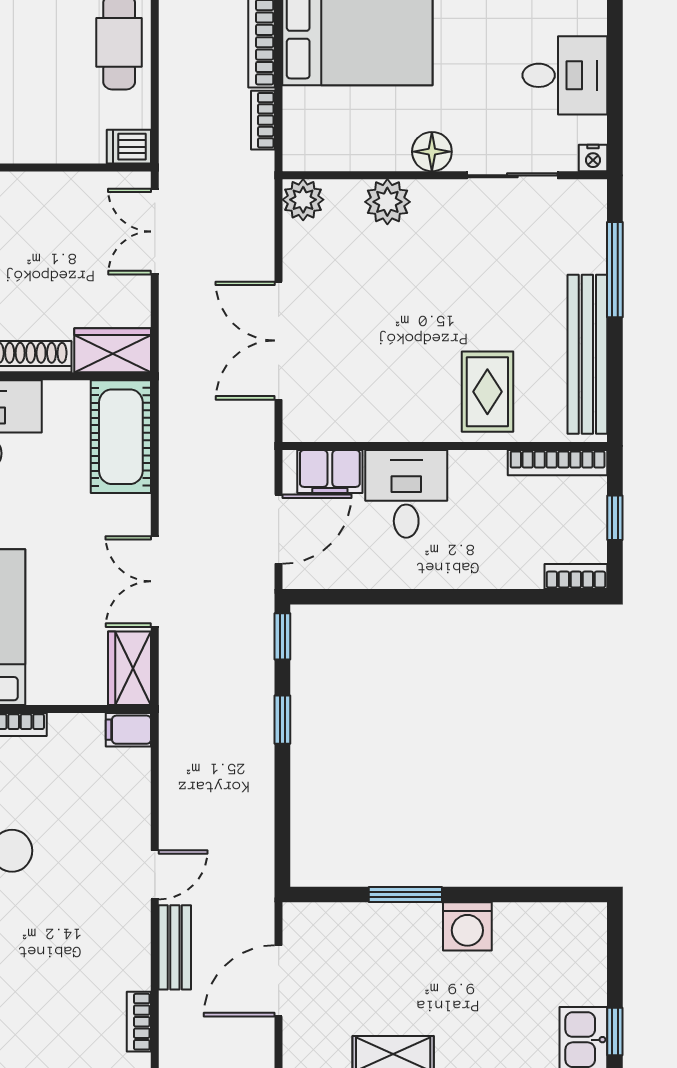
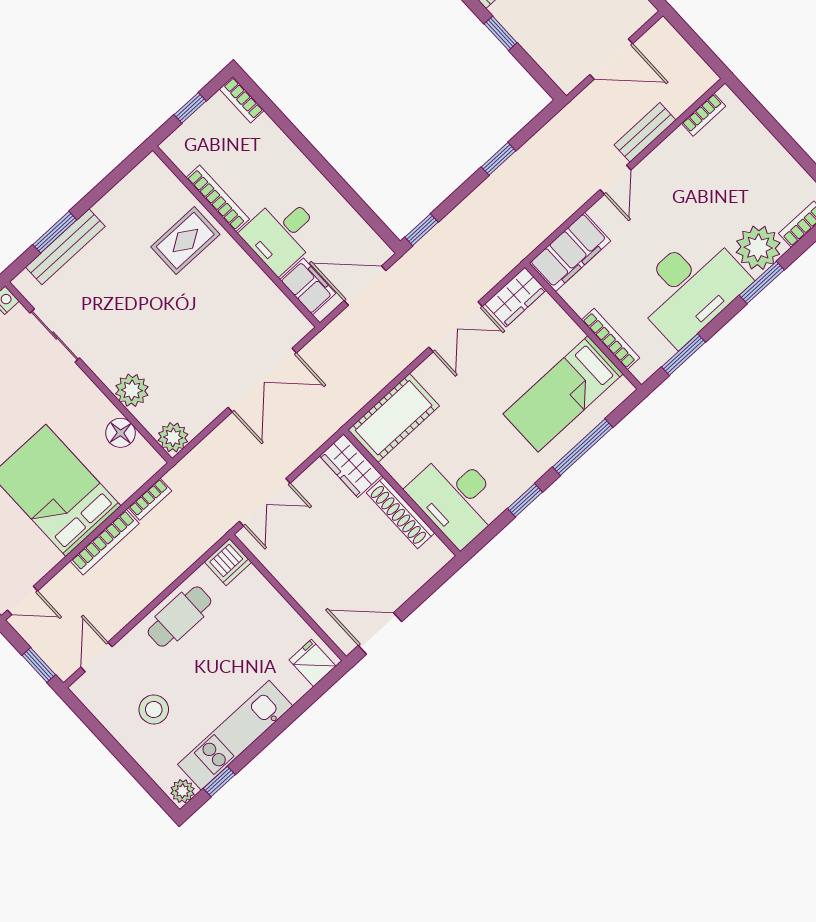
dishwasher: (129, 147) -> (228, 562), width x1.38
floor lamp: (432, 152) -> (121, 433), moved
window: (615, 270) -> (55, 232), width x0.69
bench: (587, 354) -> (65, 247), moved, width x0.73, depth x0.82
bookcase: (558, 463) -> (218, 198), moved
window: (282, 720) -> (499, 159), moved
filing cabinet: (128, 730) -> (570, 252), width x3.00, depth x1.17
door: (155, 875) -> (615, 180), swing flipped
window: (405, 894) -> (501, 33), width x0.67

